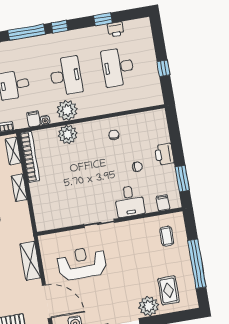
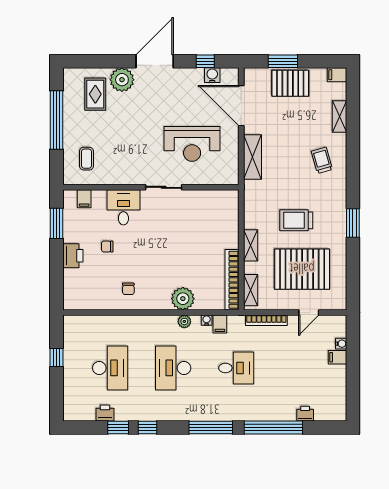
window: (60, 27) -> (147, 427), moved
plant: (67, 110) -> (184, 321), width x0.53, depth x0.53

